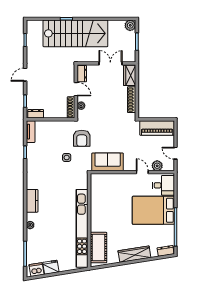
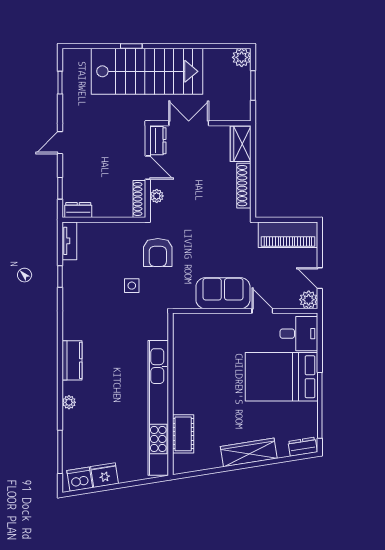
double door: (110, 63) -> (189, 123), moved
sofa: (108, 162) -> (223, 293), moved
plant: (157, 166) -> (309, 300), moved
cot: (98, 247) -> (183, 434), width x0.73, depth x0.75

